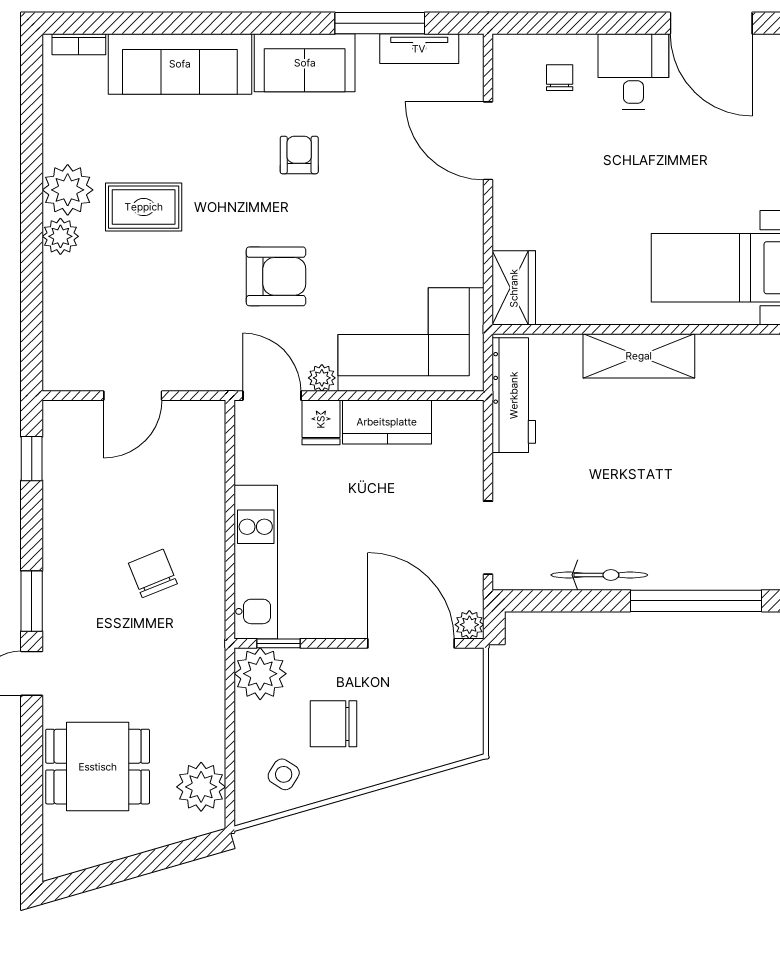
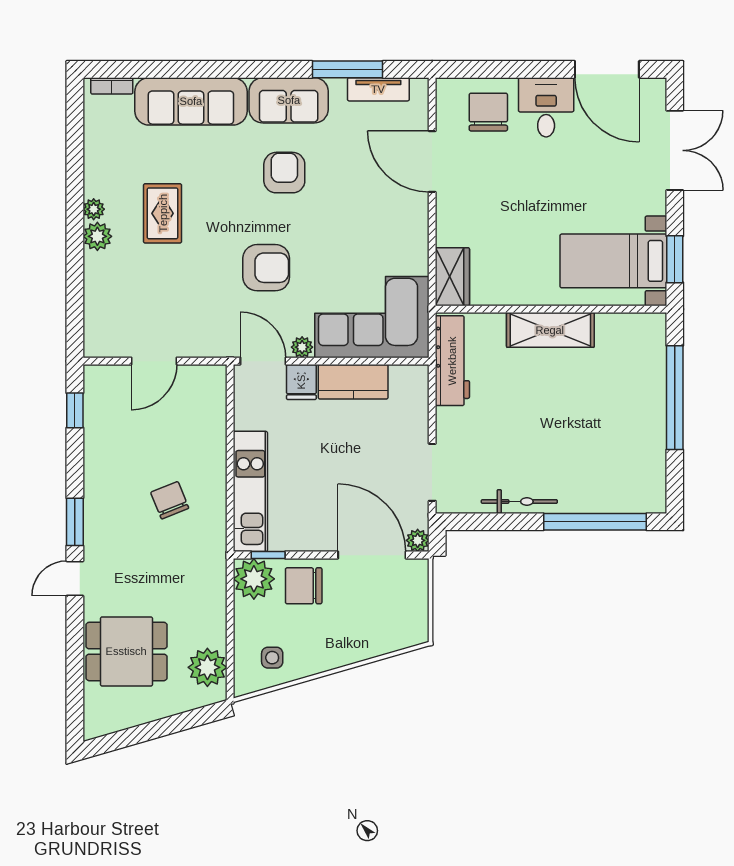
chair: (560, 78) -> (488, 112), width x1.87, depth x1.87
armchair: (299, 155) -> (284, 173), width x1.38, depth x1.38
plant: (68, 190) -> (94, 209), width x0.53, depth x0.53
rug: (144, 207) -> (163, 213), turned 90
chair: (333, 724) -> (304, 586), moved
side table: (284, 774) -> (272, 658), turned -32

